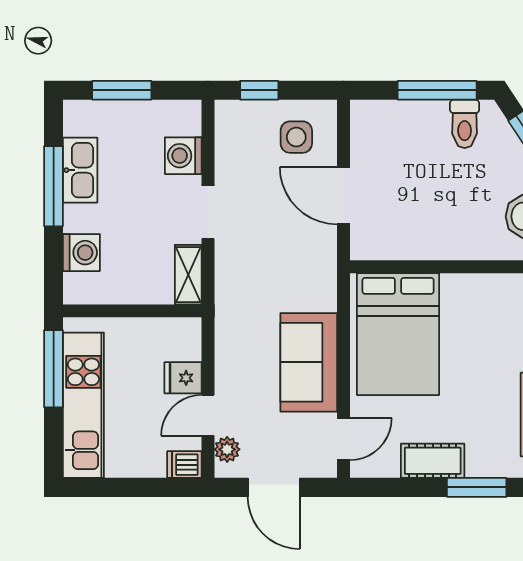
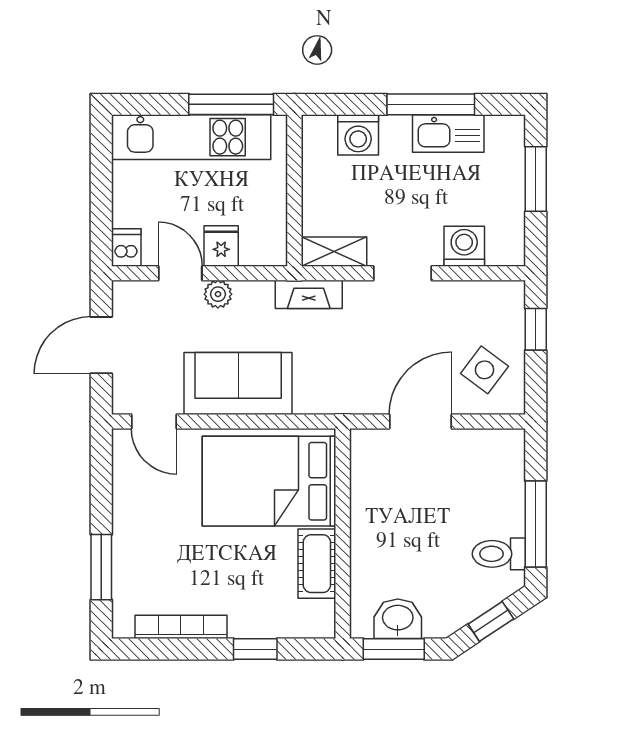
side table: (296, 137) -> (484, 370), turned 37
fireplace: (227, 298) -> (309, 294), added
plant: (227, 449) -> (218, 294), moved
cot: (433, 461) -> (317, 564), moved

